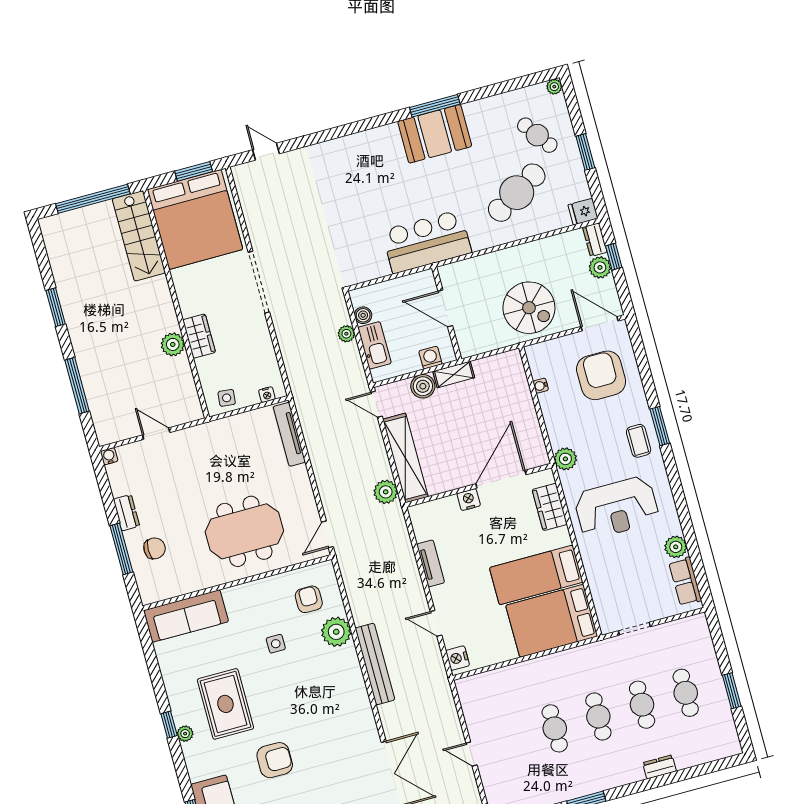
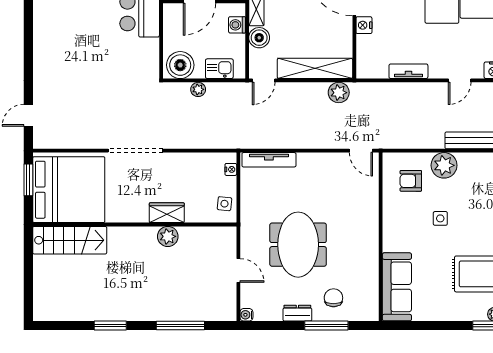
window: (93, 199) -> (28, 270), removed
boiler: (363, 315) -> (180, 65), width x1.86, depth x1.86
kitchen sink: (374, 345) -> (219, 69), width x0.73
door: (156, 434) -> (238, 270), swing flipped
meeting table: (244, 531) -> (298, 245), moved

